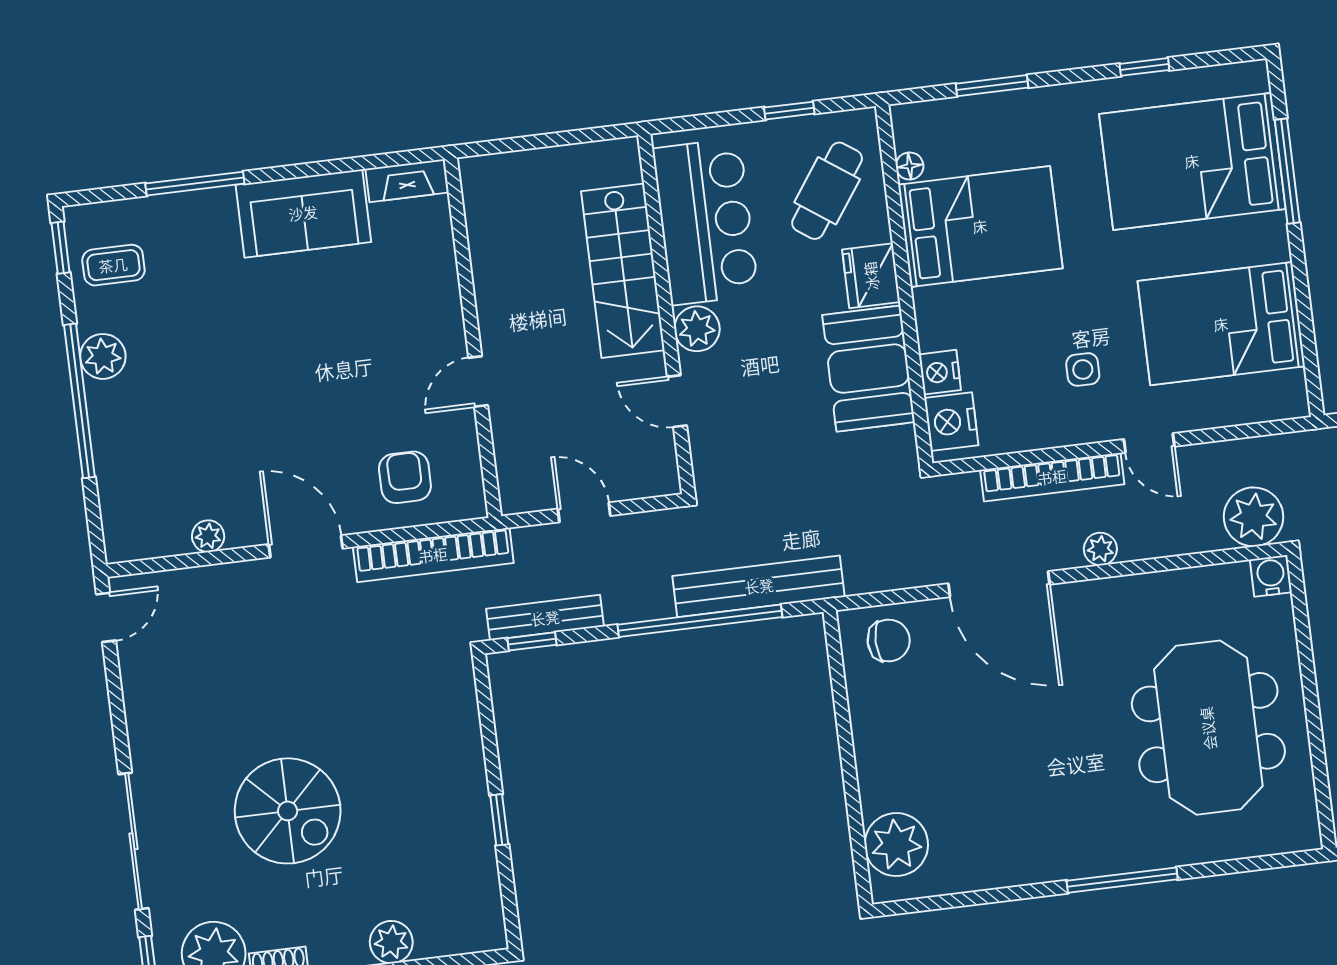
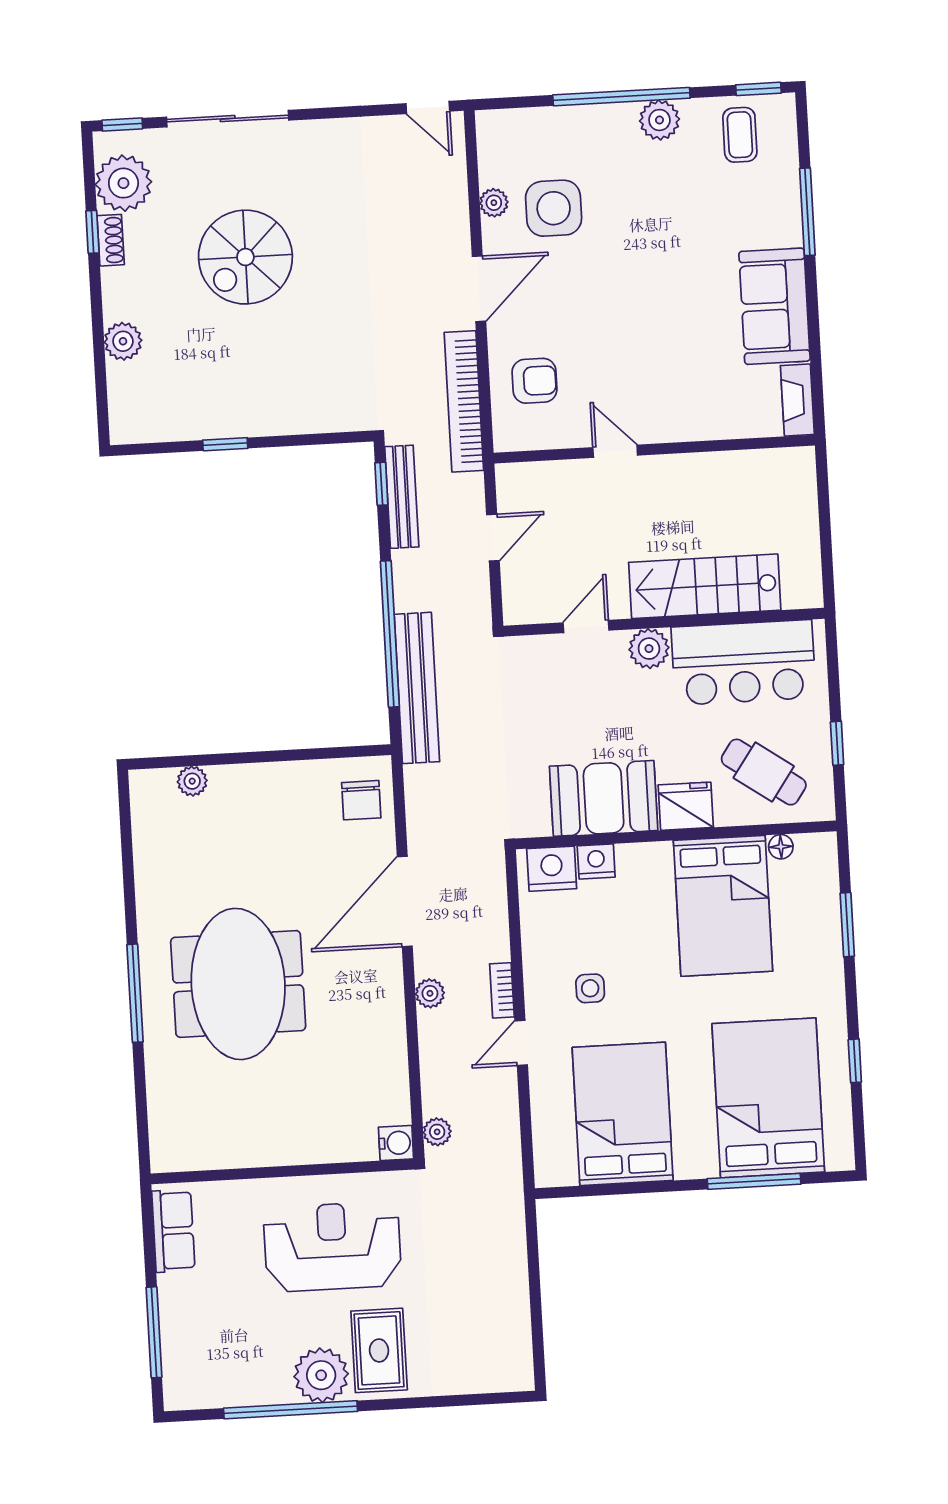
side table: (210, 469) -> (554, 208), added
bookcase: (1052, 477) -> (502, 990), width x0.43, depth x0.76
plant: (1254, 517) -> (437, 1132), width x0.53, depth x0.53
meeting table: (1208, 728) -> (238, 984), moved, turned 90
plant: (896, 845) -> (192, 781), width x0.53, depth x0.53

